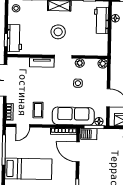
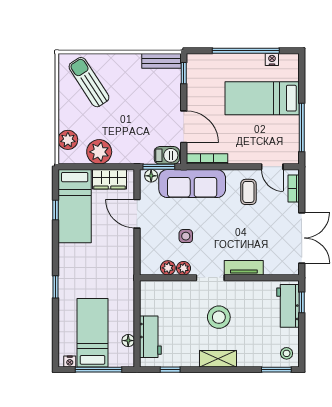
plant: (103, 64) -> (168, 268), moved
door: (23, 126) -> (272, 167), swing flipped

